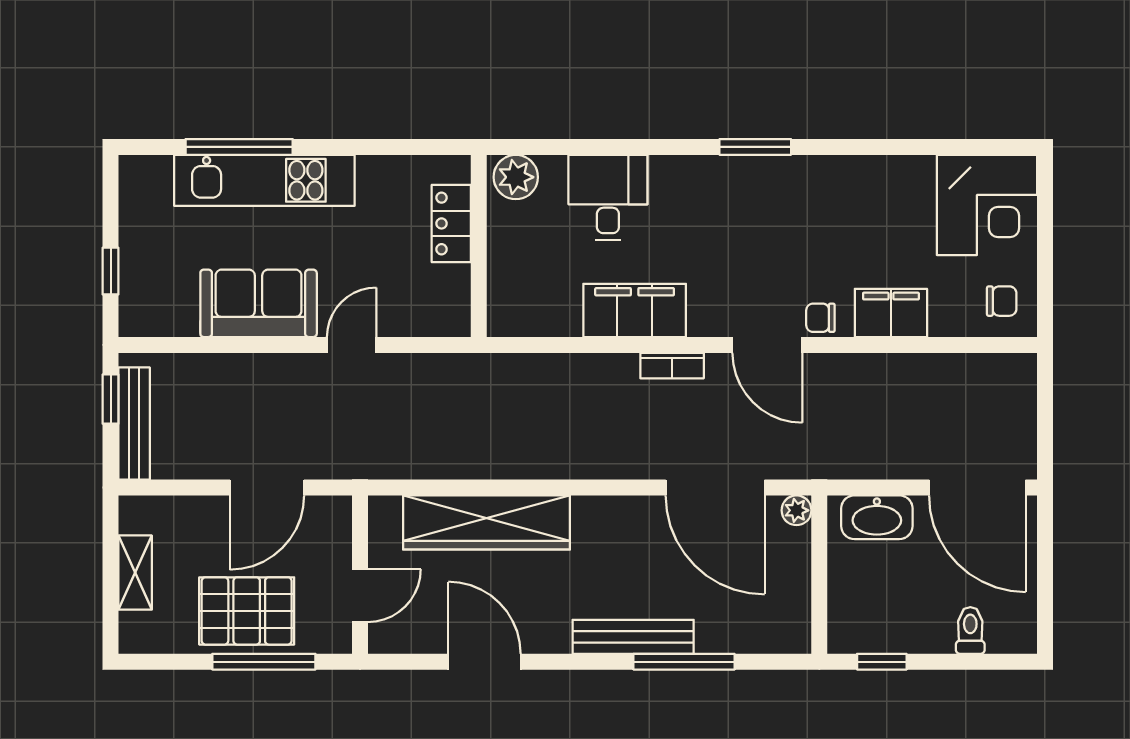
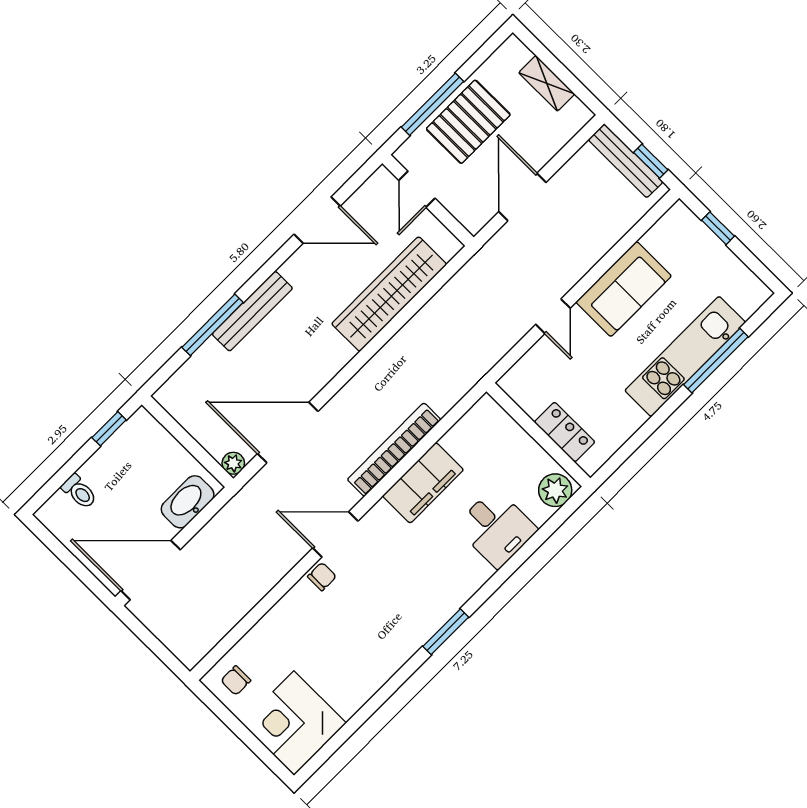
filing cabinet: (891, 313) -> (288, 616), removed
bookcase: (672, 366) -> (394, 450), width x2.31, depth x1.31

